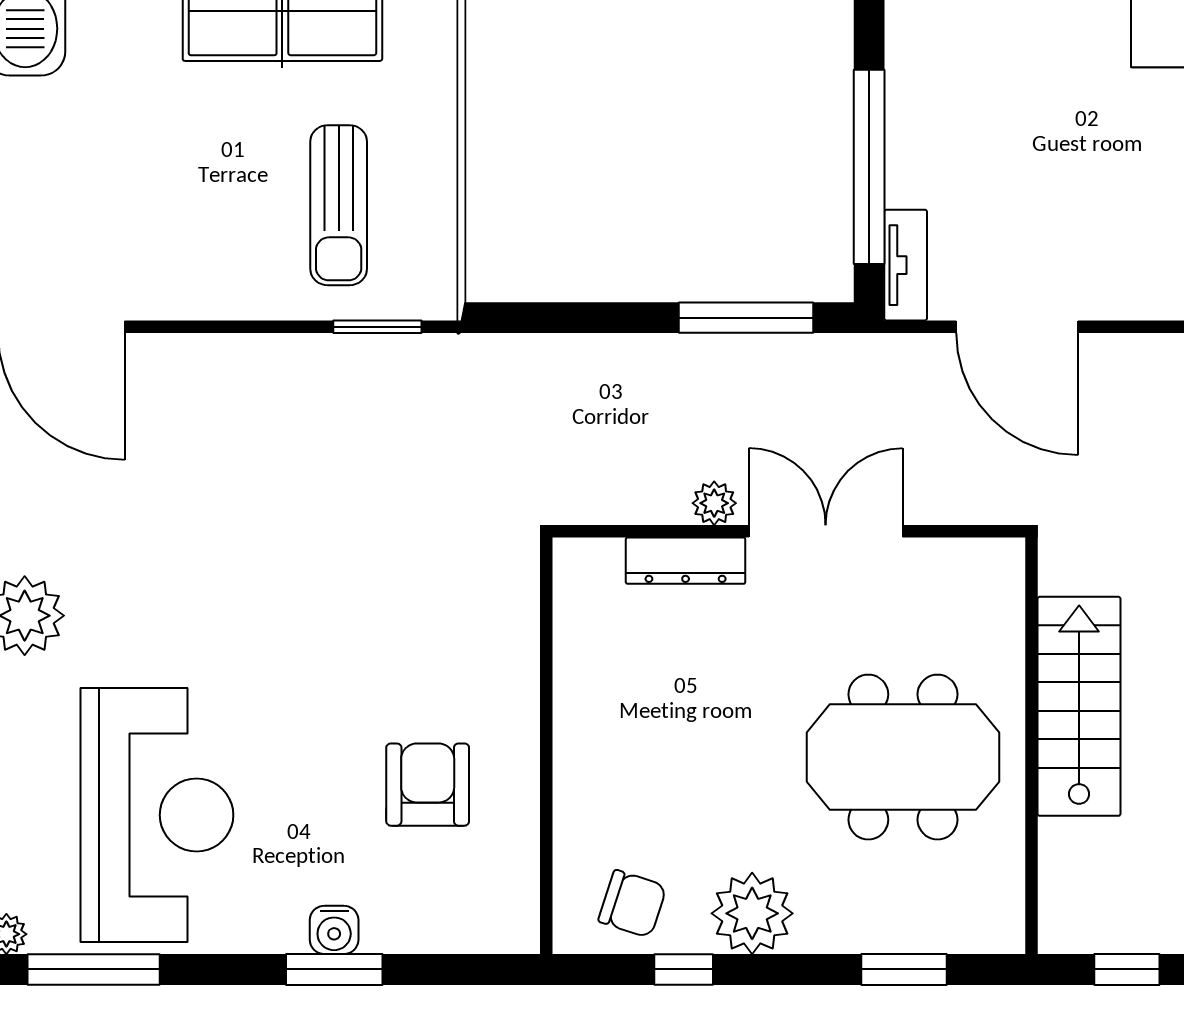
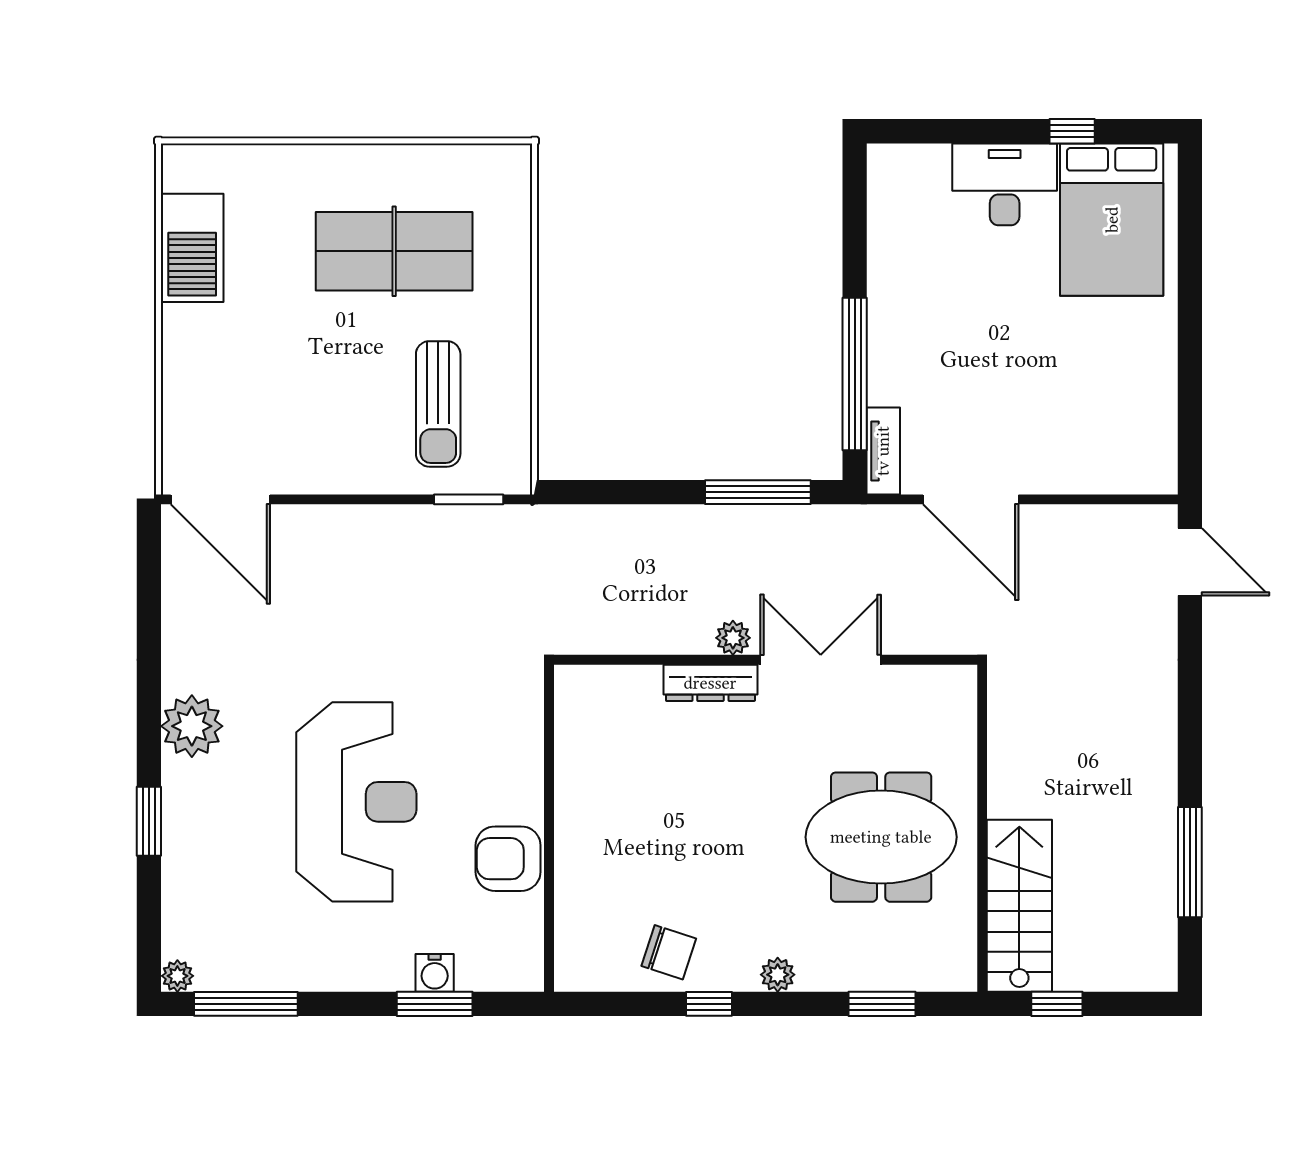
stairs: (1079, 706) -> (1019, 906), moved
wall: (546, 746) -> (549, 828), moved
armchair: (428, 785) -> (508, 859), turned -90
reception desk: (157, 815) -> (356, 802), moved
plant: (752, 913) -> (778, 975), width x0.53, depth x0.53

